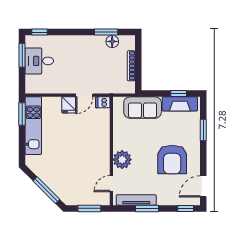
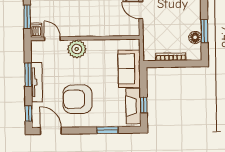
dishwasher: (103, 102) -> (36, 30), moved
tv unit: (136, 200) -> (37, 82), moved

